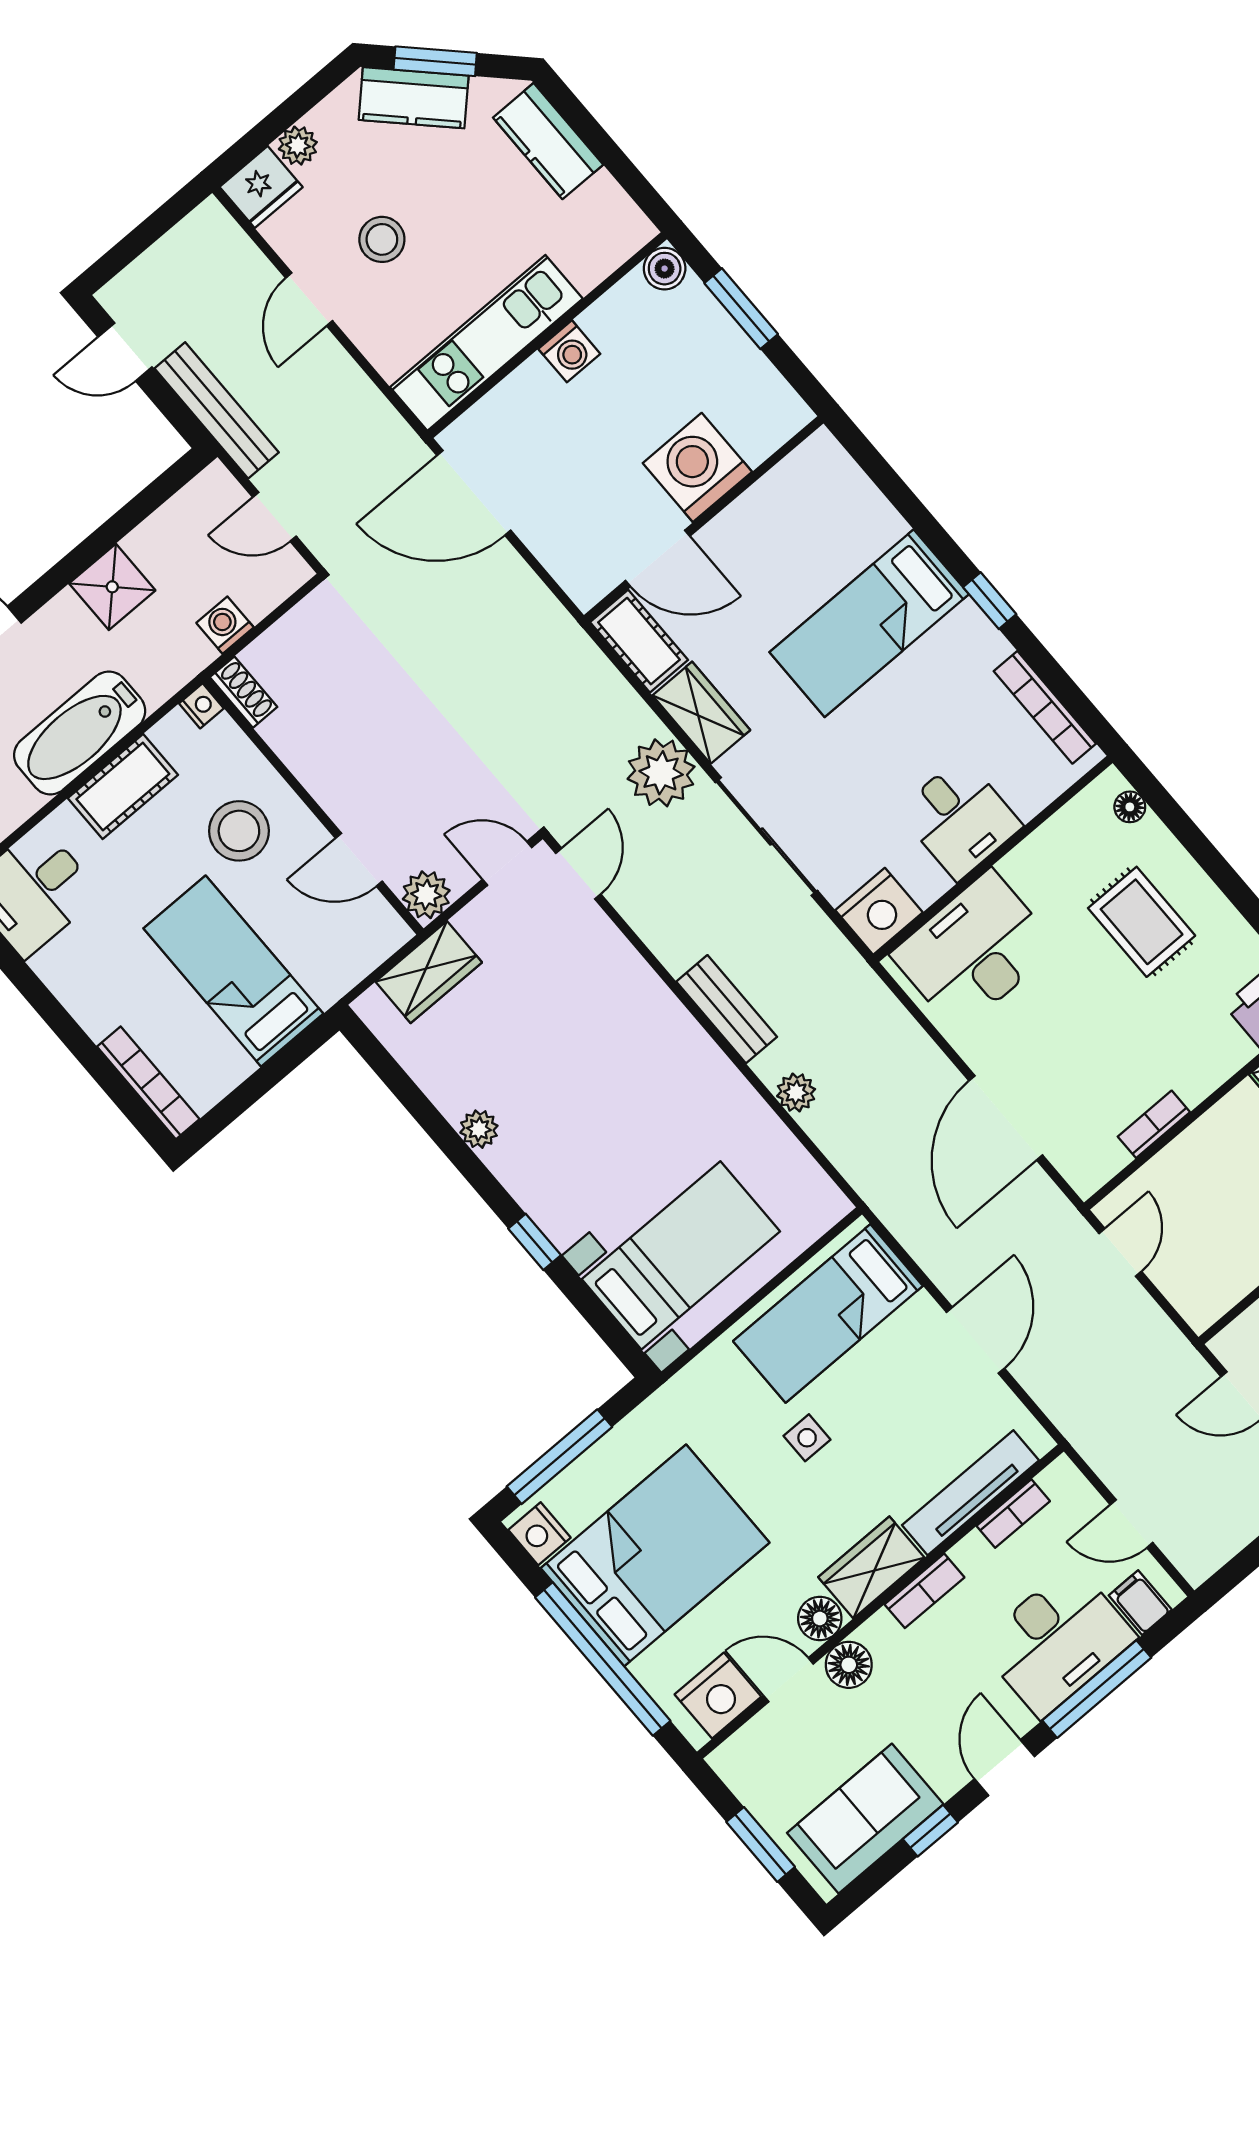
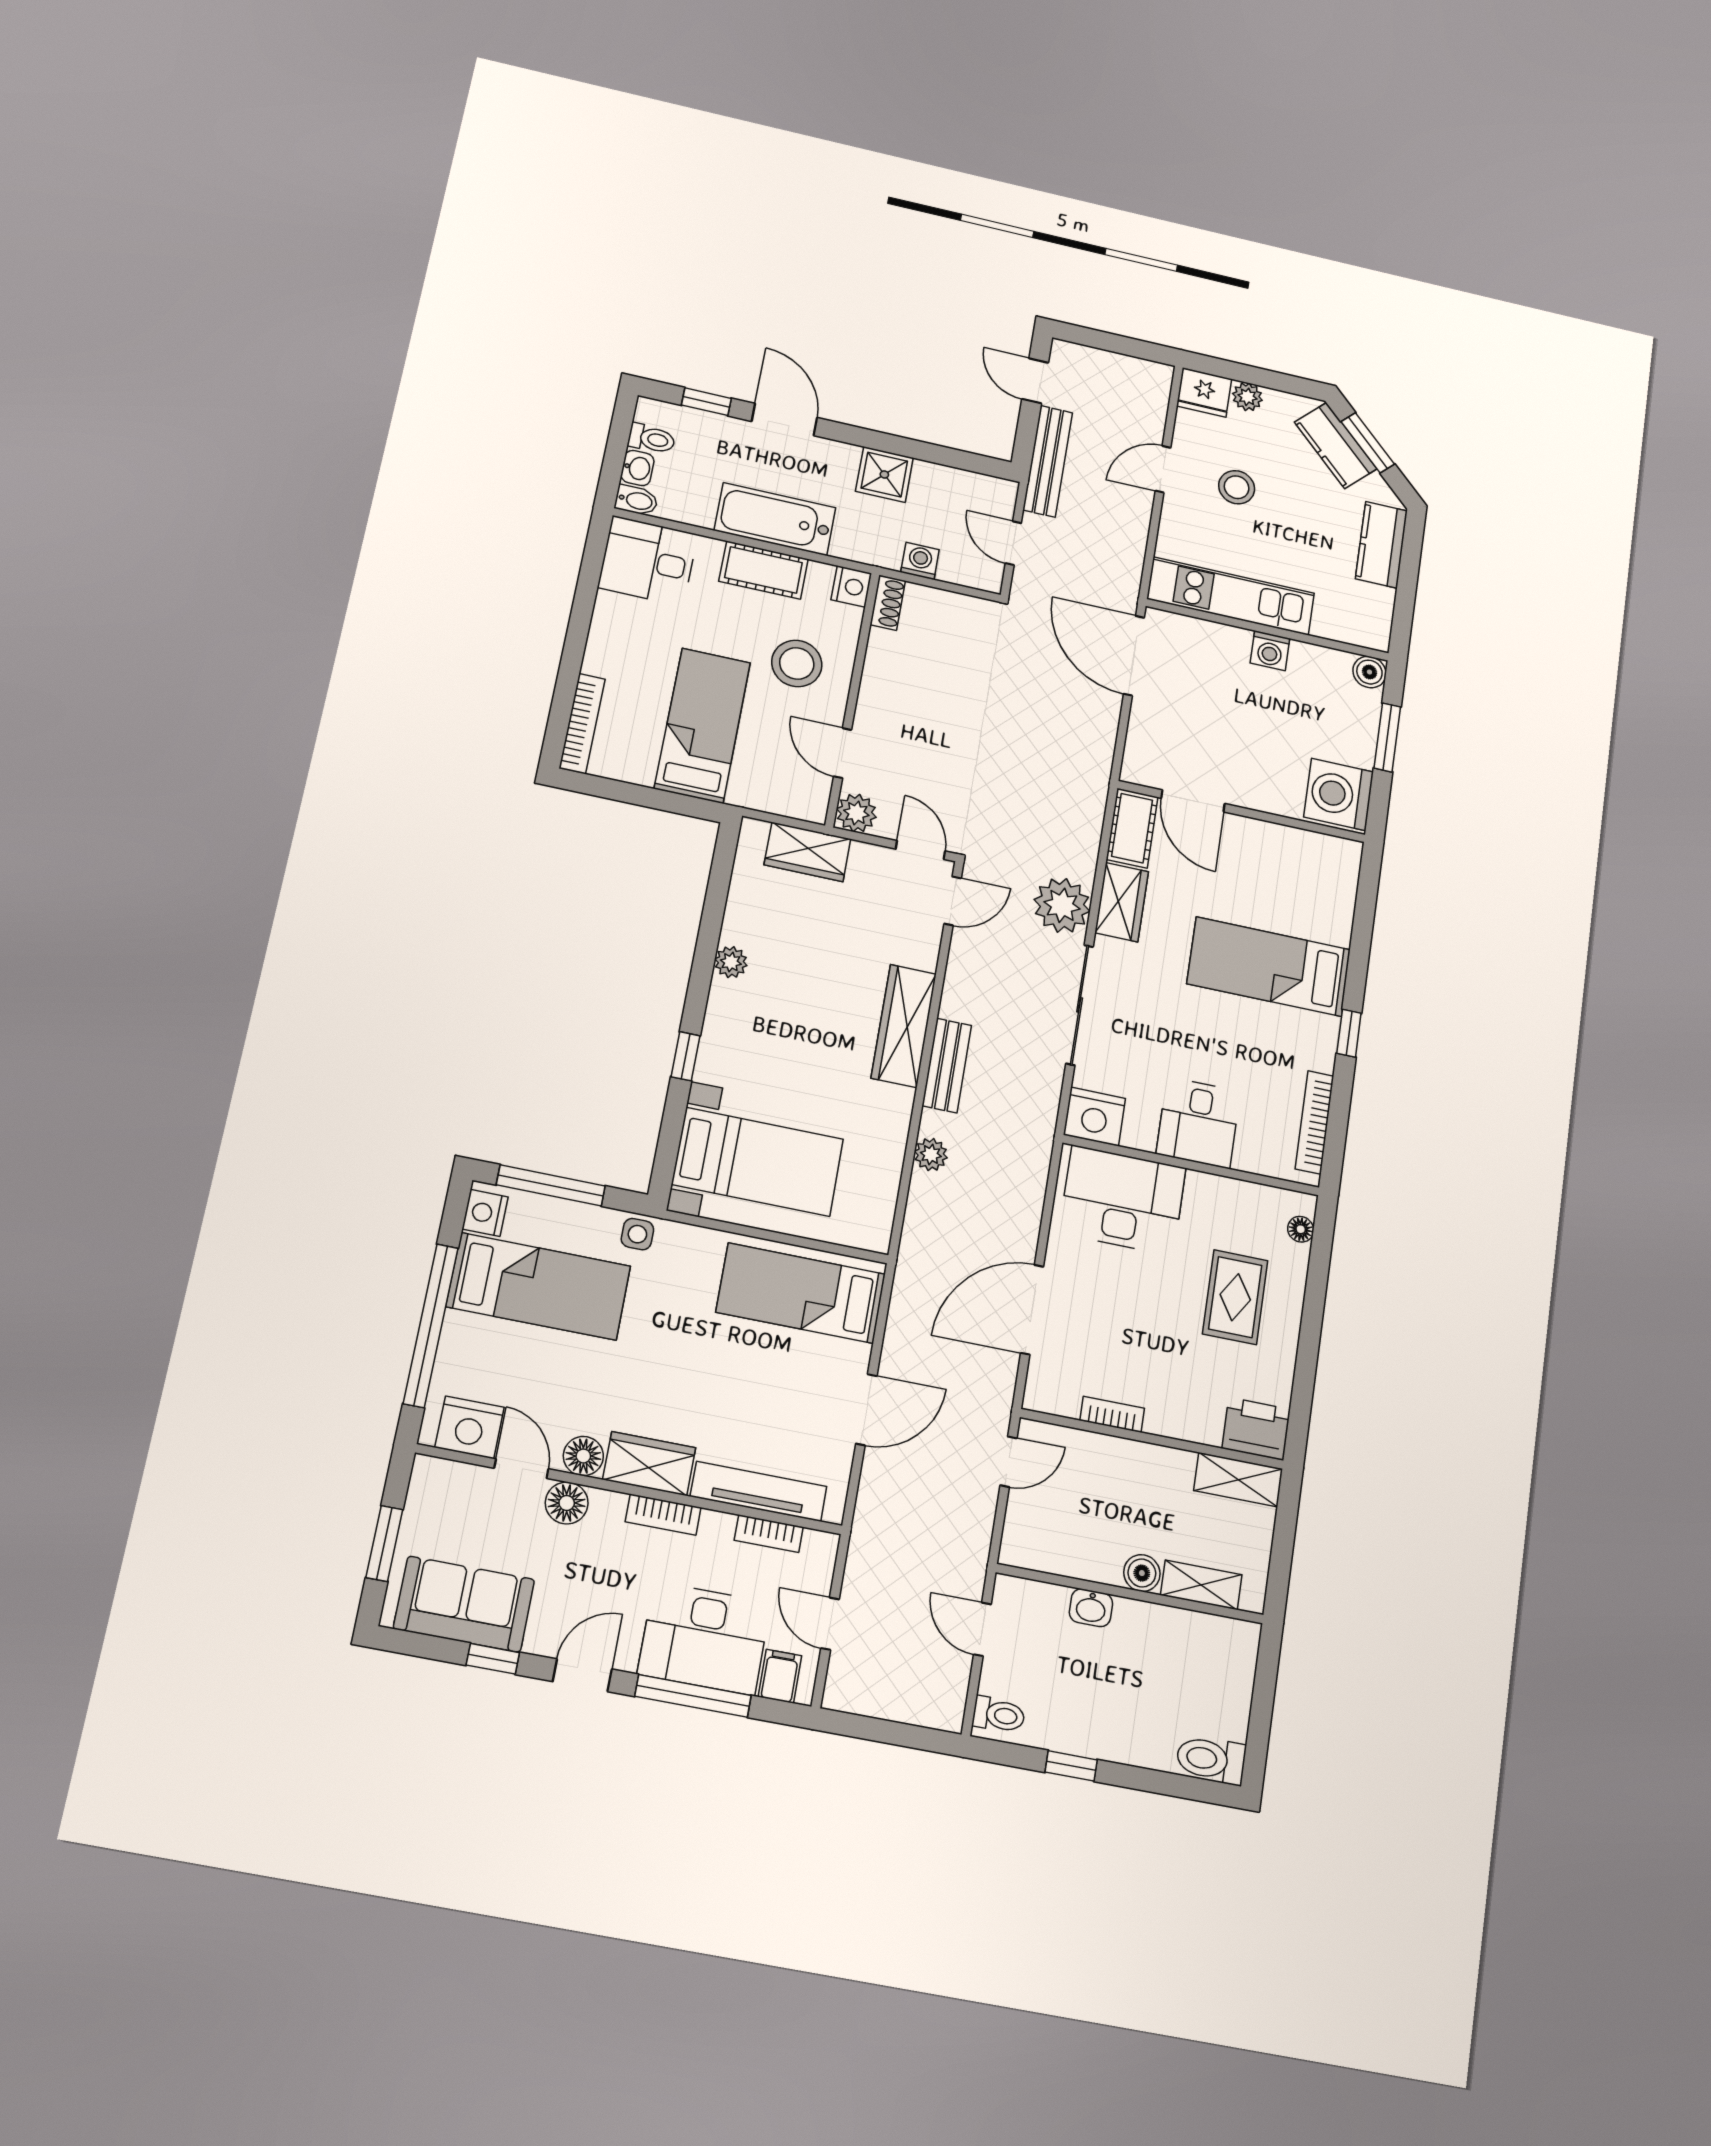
washing machine: (697, 467) -> (1339, 794), moved, turned -90
nightstand: (201, 706) -> (851, 586), width x1.39, depth x1.35
wardrobe: (660, 1018) -> (904, 1026), added
side table: (807, 1438) -> (637, 1234), moved
bed: (655, 1555) -> (539, 1286), width x0.67

